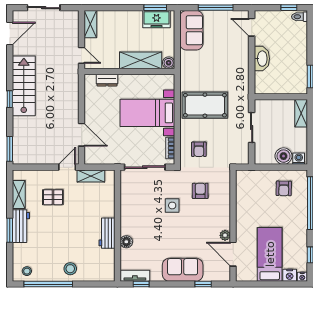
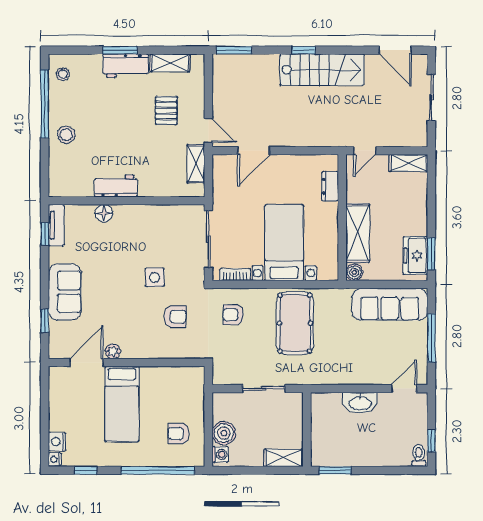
sofa: (191, 30) -> (390, 304), width x1.36
bed: (270, 254) -> (122, 404), moved, turned 90

